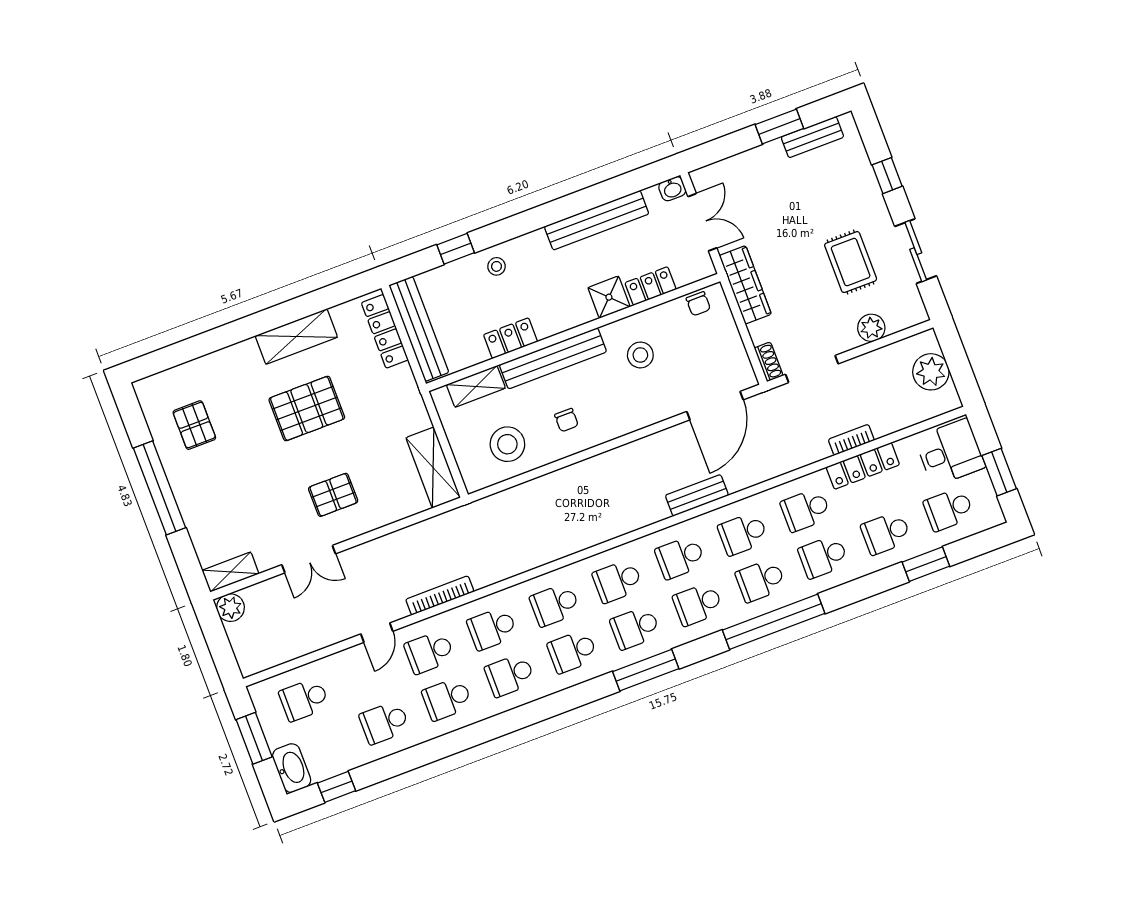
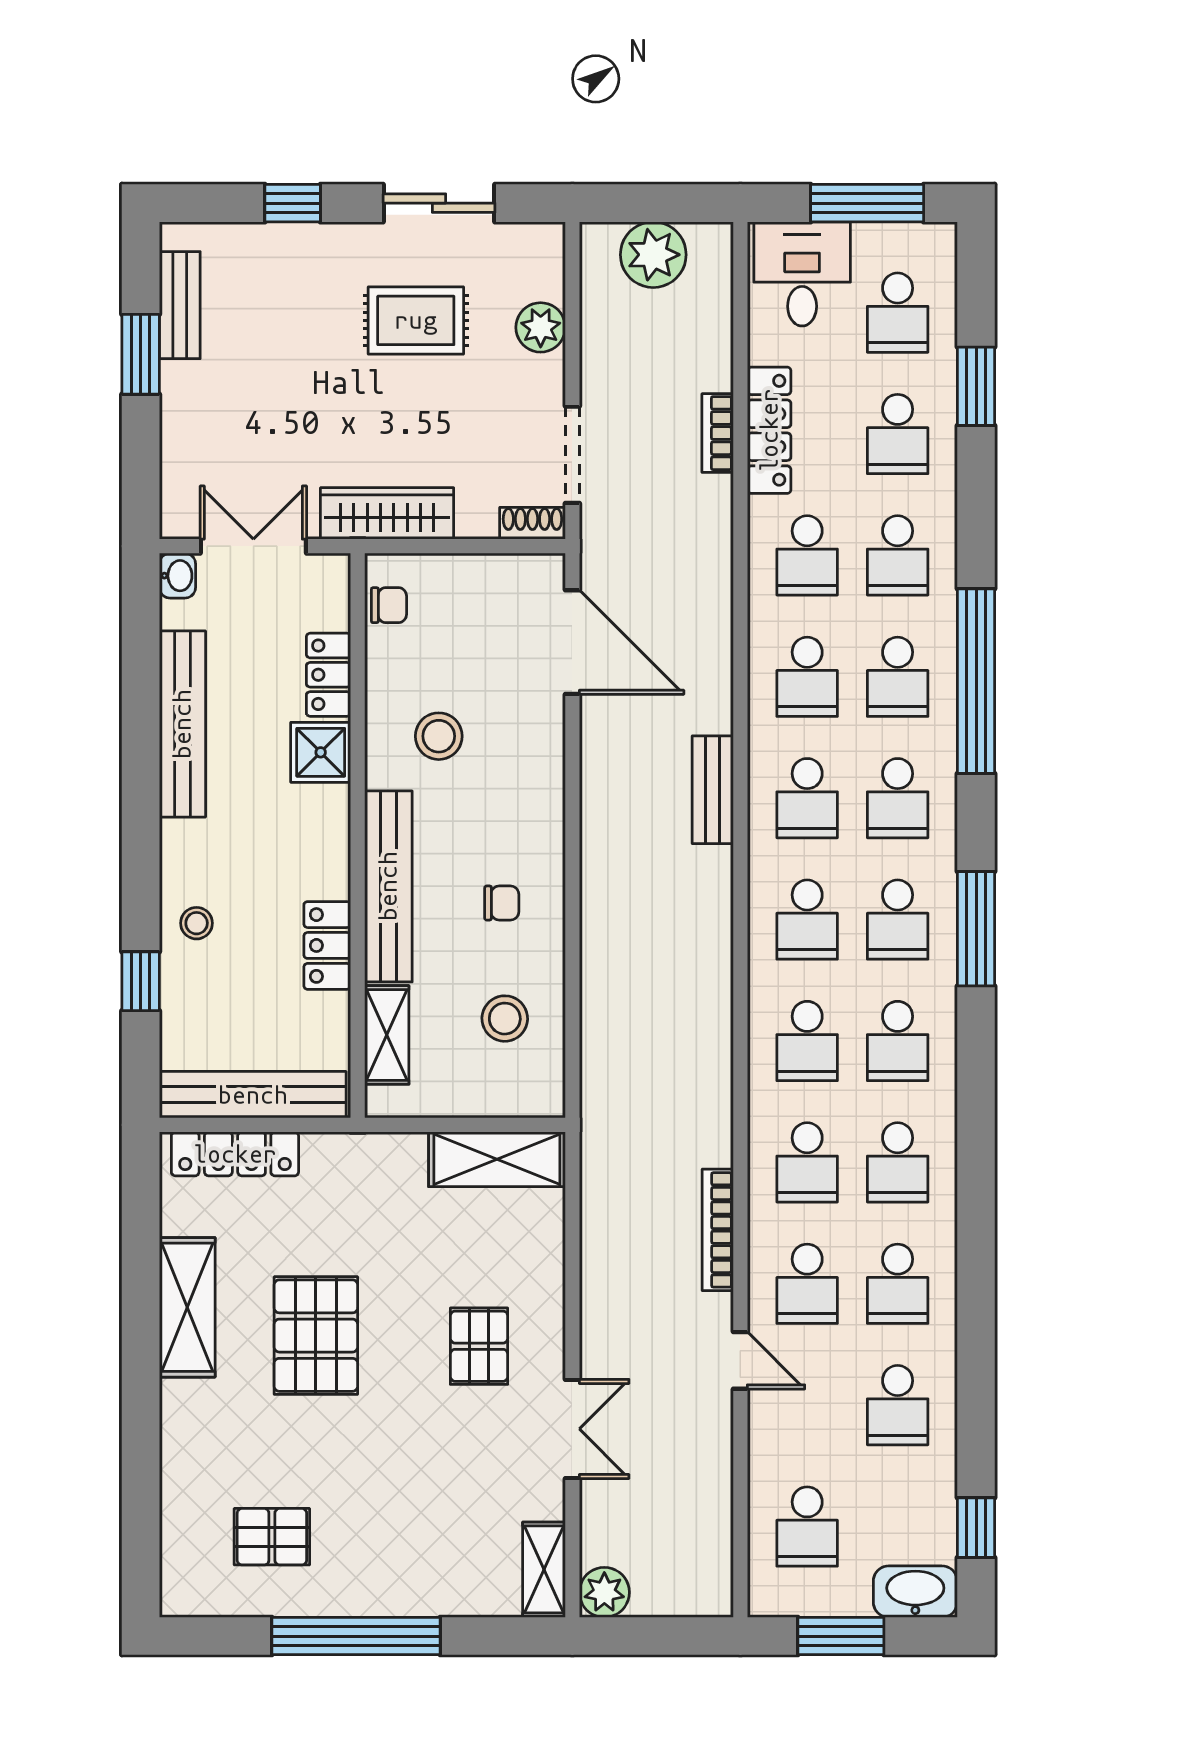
stool: (507, 444) -> (505, 1019), width x0.73, depth x0.73
window: (999, 472) -> (867, 203), width x1.44
bench: (697, 495) -> (713, 790), moved

